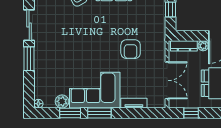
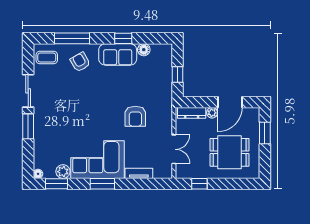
double door: (167, 80) -> (174, 149), width x0.73
window: (70, 113) -> (56, 184), moved

